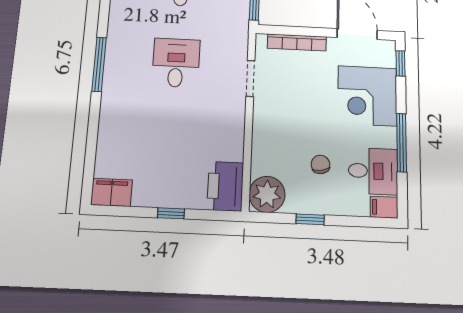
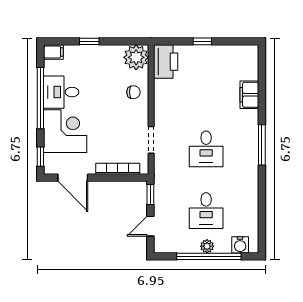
window: (402, 143) -> (40, 98), width x1.46
chair: (320, 164) -> (134, 92), moved, turned -81
desk: (373, 171) -> (61, 92), moved
filing cabinet: (111, 192) -> (249, 95), moved, turned 90
window: (310, 219) -> (89, 41), moved

